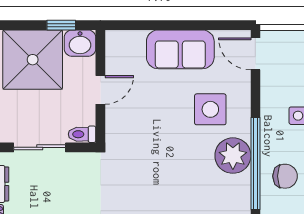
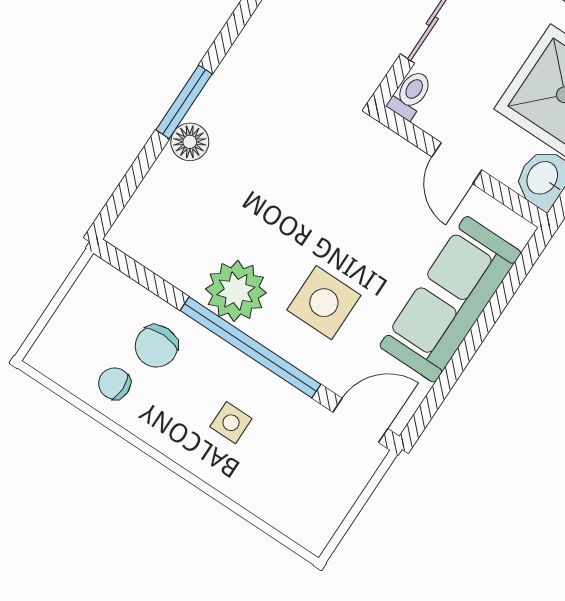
sofa: (180, 49) -> (450, 299), width x1.36
window: (255, 164) -> (251, 347), moved

